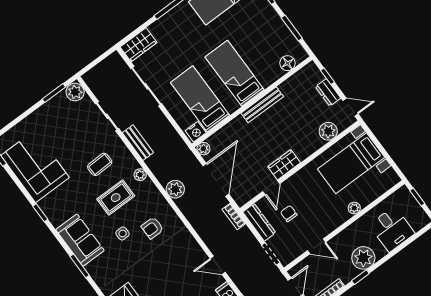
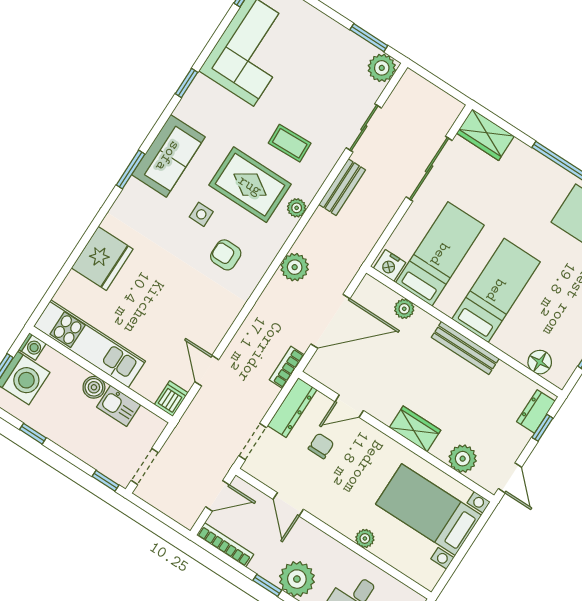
dresser: (328, 92) -> (536, 411), moved
plant: (203, 149) -> (404, 309), moved
wardrobe: (284, 165) -> (415, 429), moved
rug: (116, 198) -> (250, 185), width x1.36, depth x1.43

